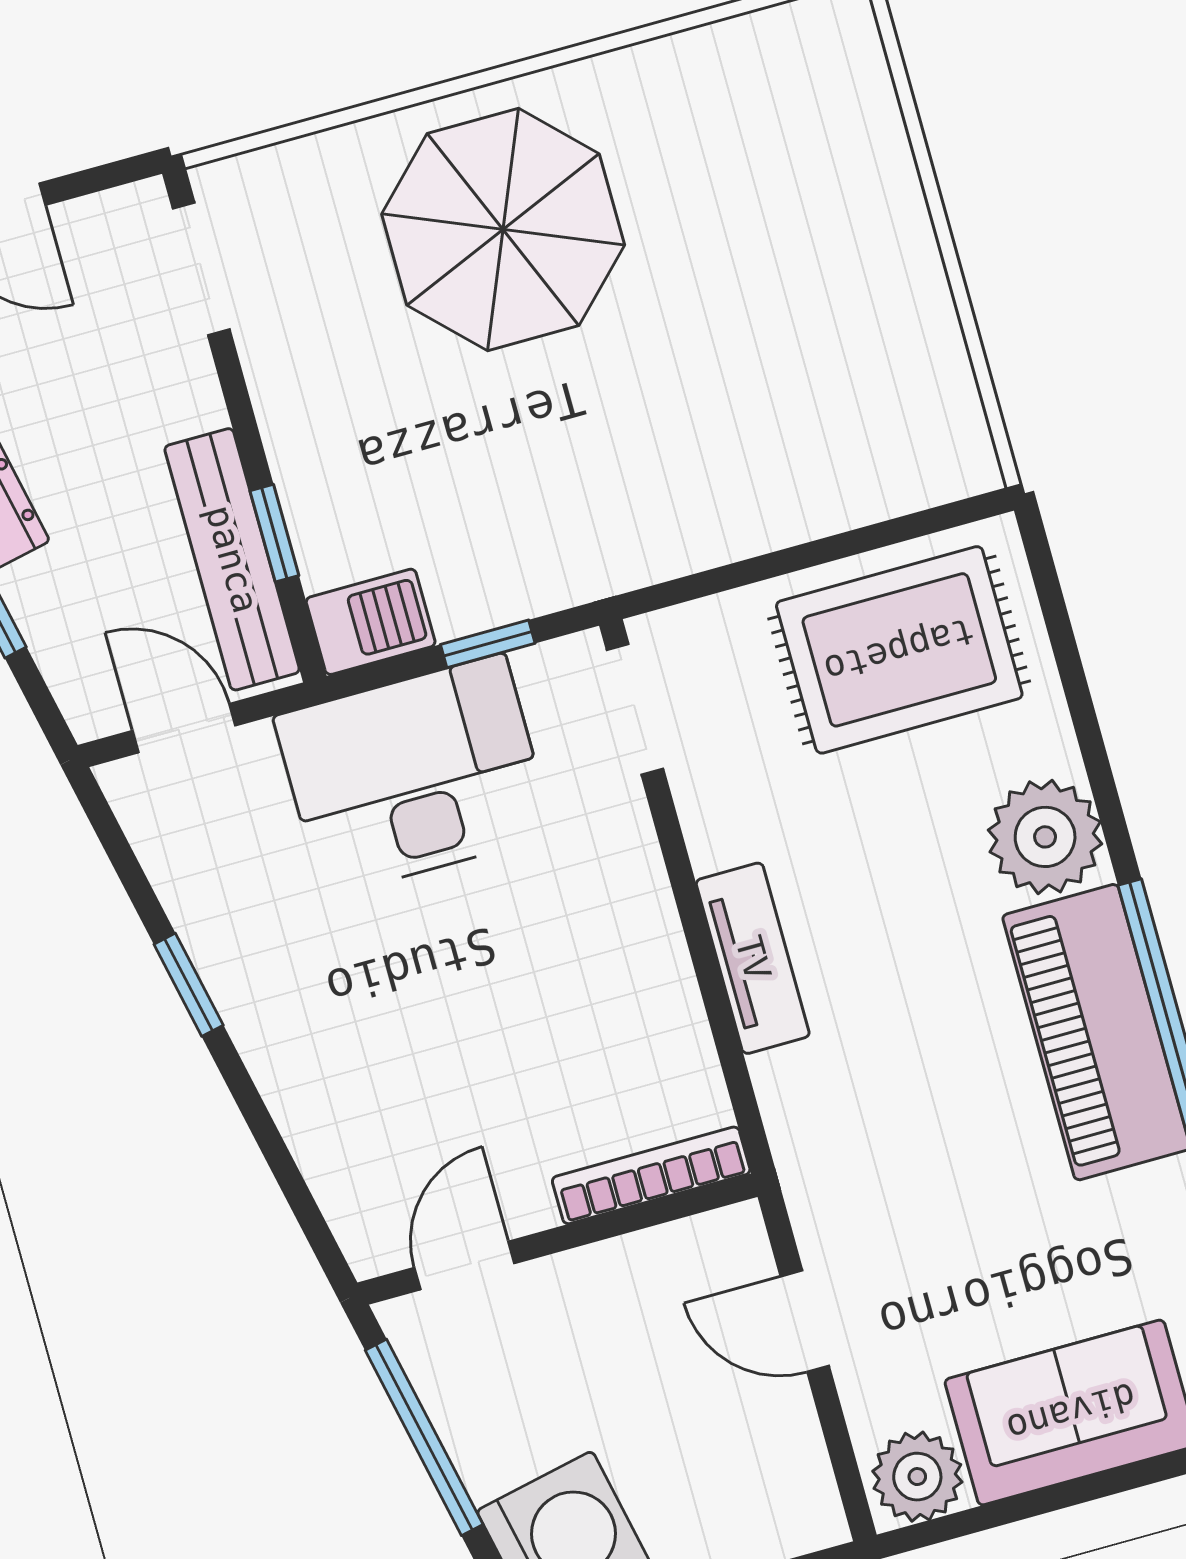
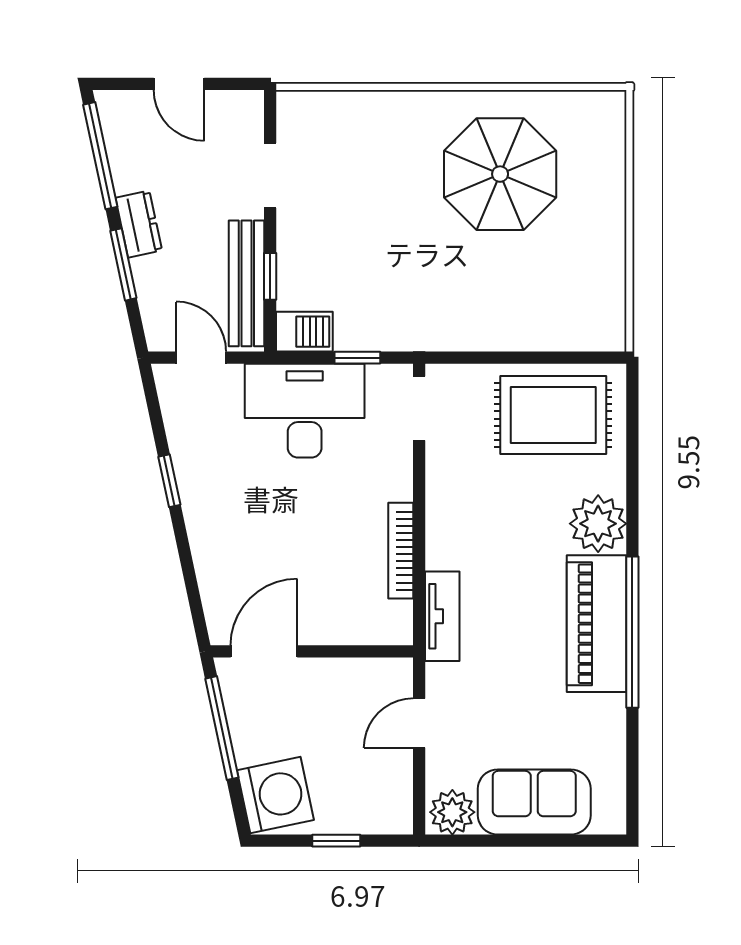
parasol: (503, 229) -> (500, 174), moved
doorway: (201, 269) -> (270, 175), moved
tv unit: (753, 958) -> (442, 616), moved
bookcase: (651, 1175) -> (401, 551), moved, turned -90
door: (464, 1266) -> (264, 651), width x1.38
door: (805, 1321) -> (419, 723), hinge flipped

